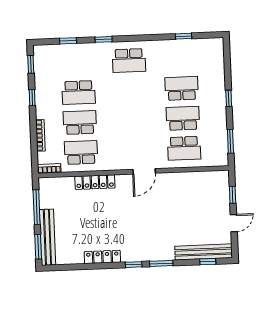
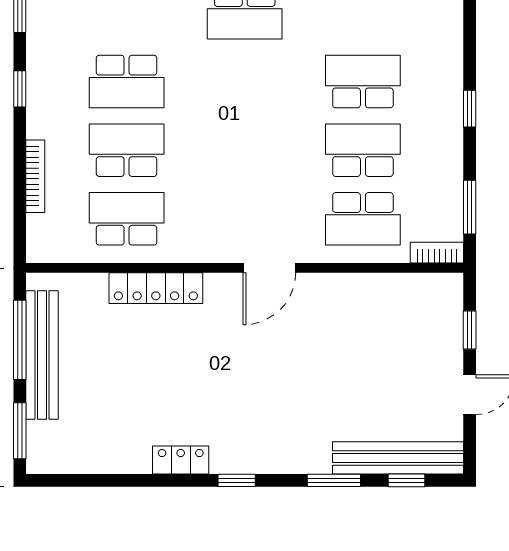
bookcase: (49, 168) -> (437, 253), moved
bench: (47, 237) -> (42, 355), moved
locker: (102, 257) -> (181, 460), width x0.66
window: (161, 263) -> (334, 480), moved

